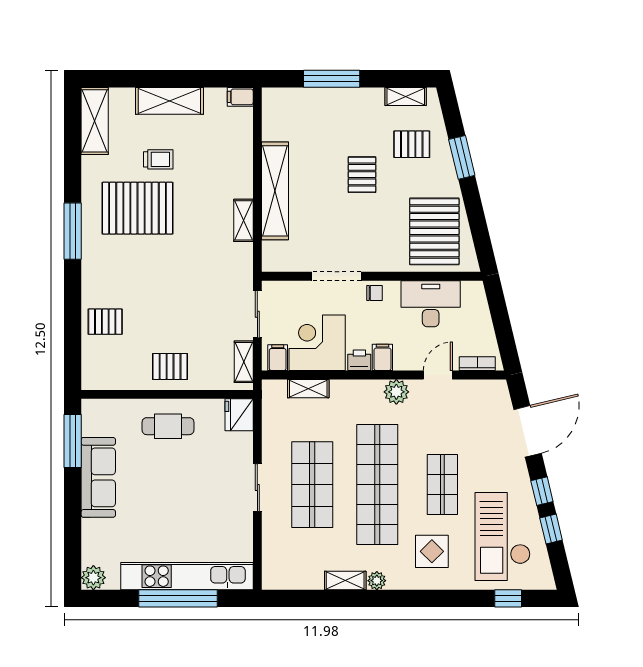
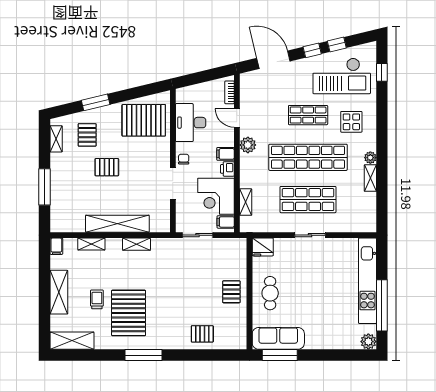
pallet: (105, 322) -> (202, 334), turned 90
shelving: (244, 362) -> (91, 244), moved
sofa: (98, 477) -> (278, 338), moved
window: (178, 598) -> (382, 305), moved

